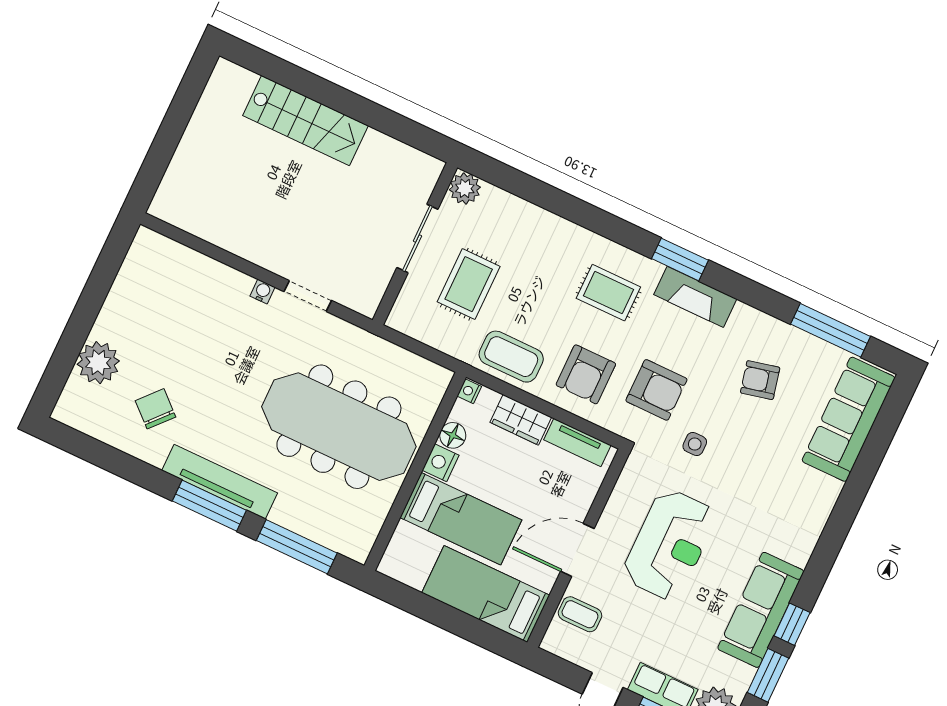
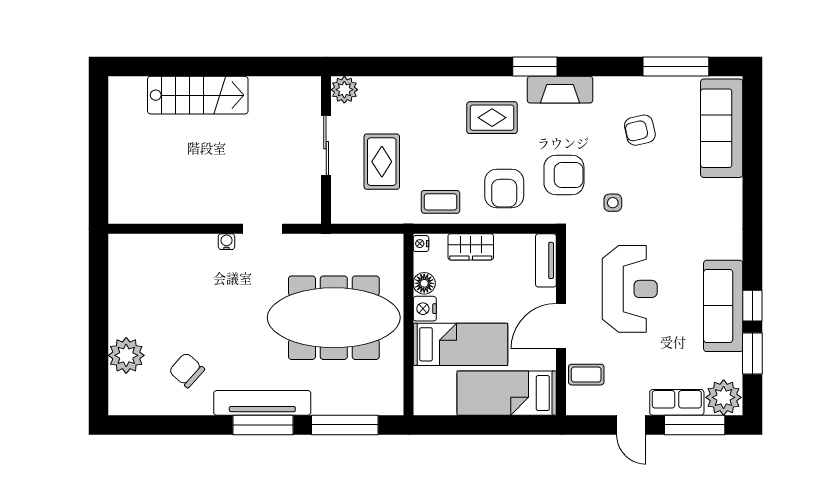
coffee table: (511, 357) -> (441, 202), width x0.73, depth x0.77
tv unit: (577, 443) -> (546, 260), moved, turned 90

